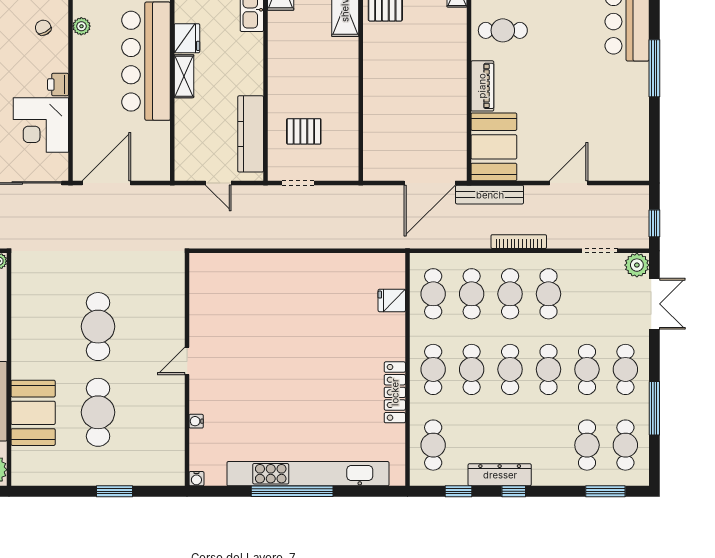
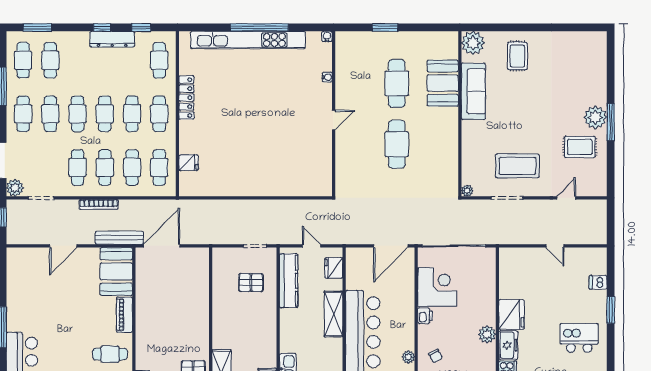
fridge: (187, 38) -> (334, 268), moved
shelving: (184, 76) -> (333, 314), width x1.50, depth x1.33

